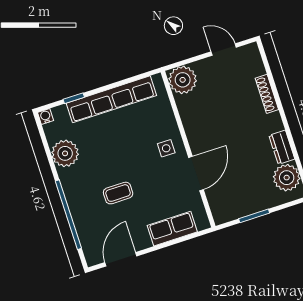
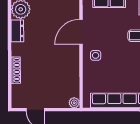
plant: (183, 80) -> (74, 103), width x0.53, depth x0.53

